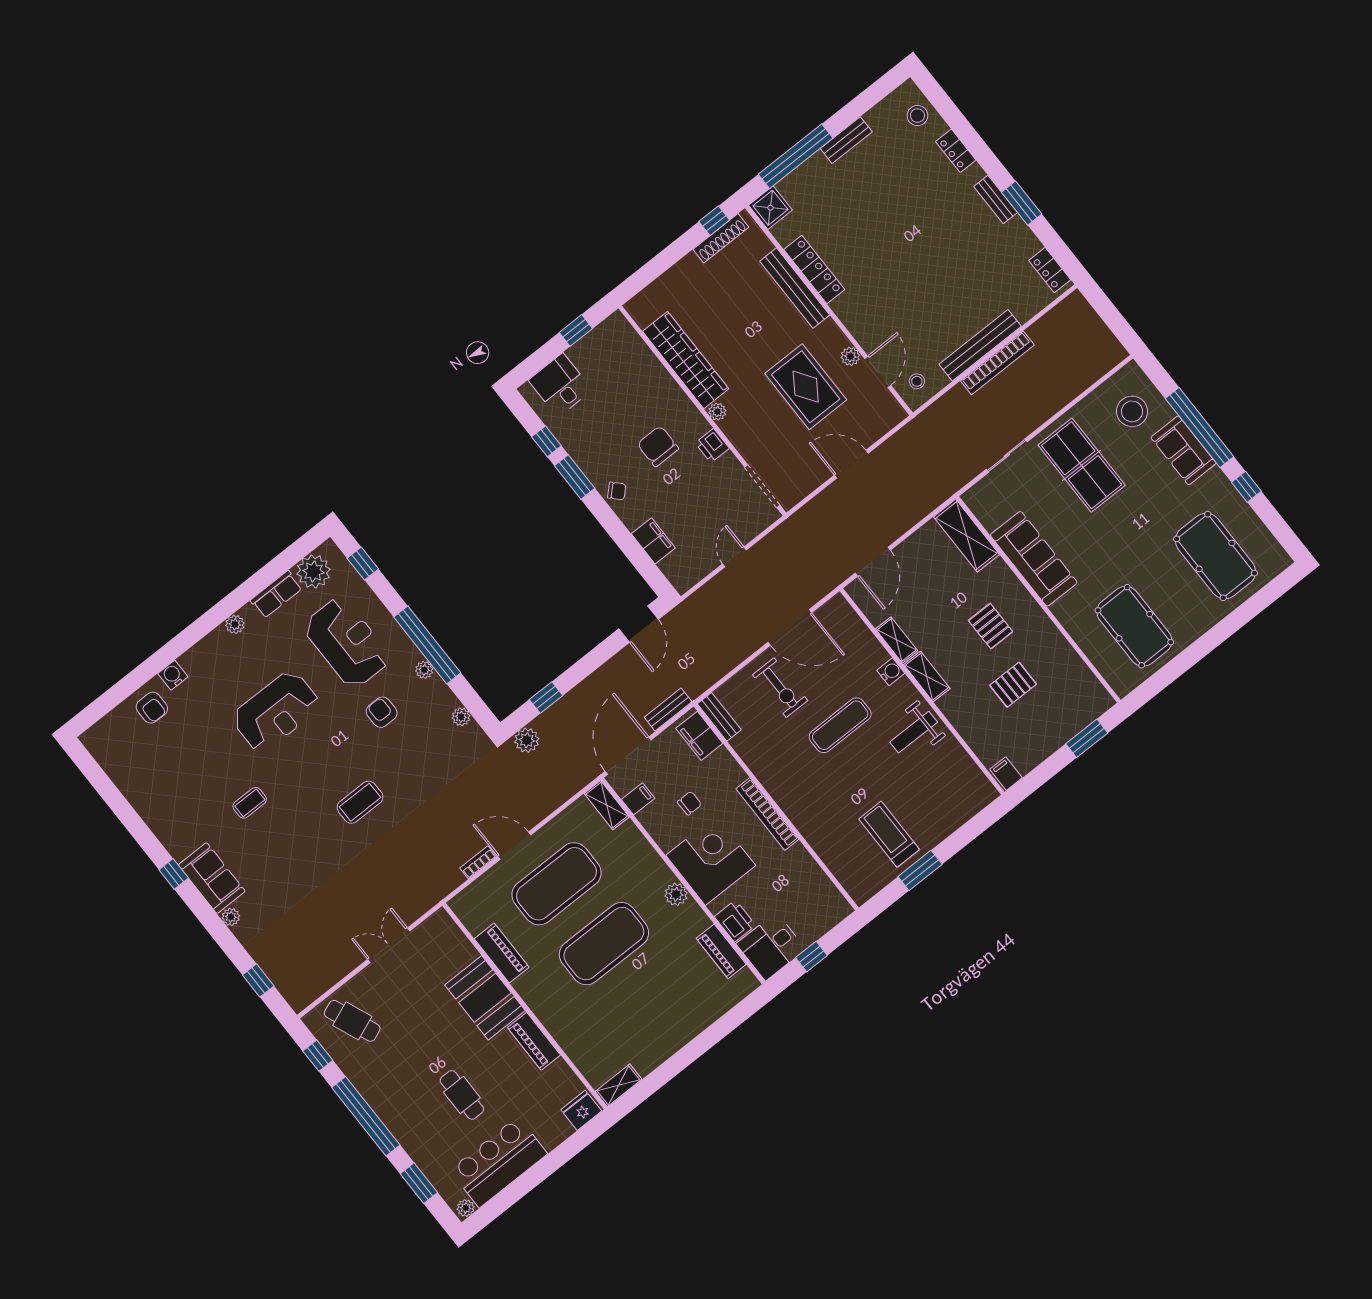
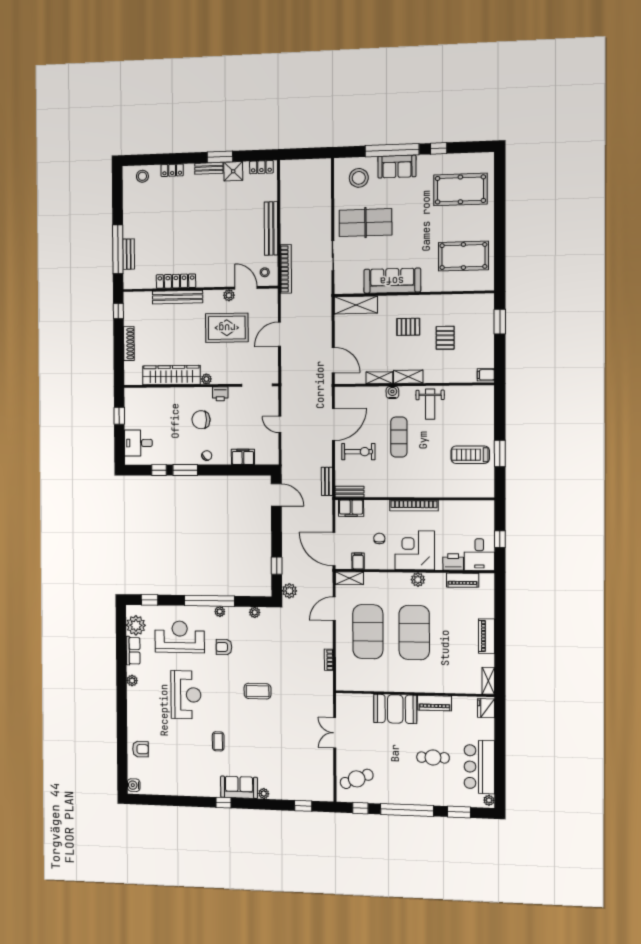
bench: (846, 140) -> (129, 254), moved
shower: (770, 208) -> (233, 171), moved
shoe rack: (721, 238) -> (129, 344), moved
bookcase: (997, 363) -> (286, 269), moved
water cooler: (173, 675) -> (134, 785), moved
bench: (668, 710) -> (327, 481), moved
coffee table: (360, 802) -> (258, 691), turned 90
door: (514, 846) -> (334, 609), moved
piano: (502, 953) -> (486, 636), moved, turned -90

